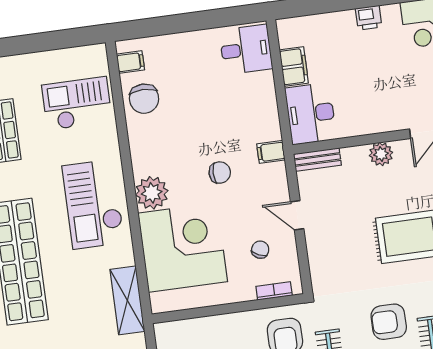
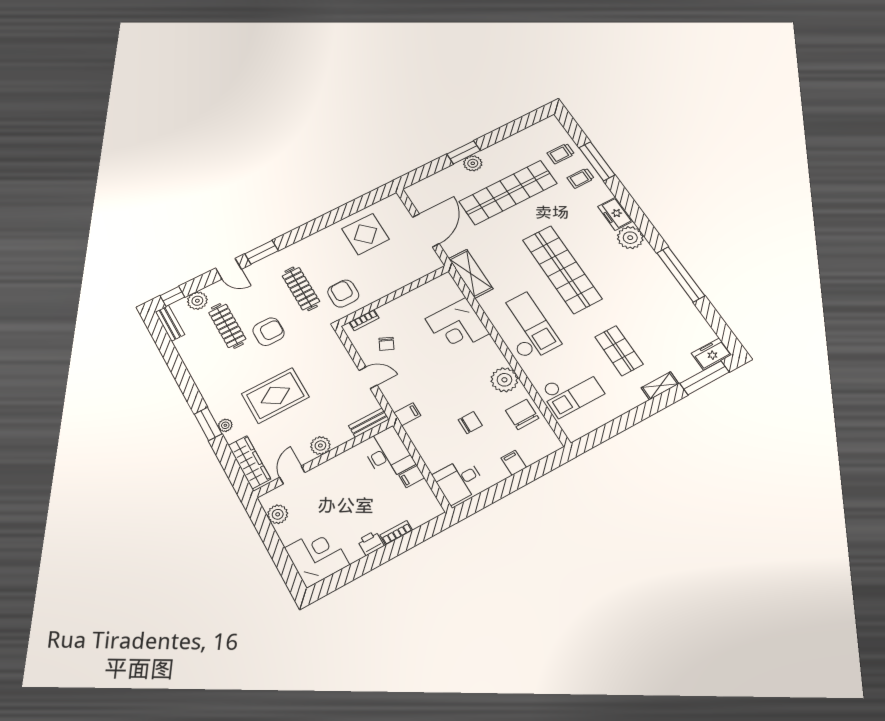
bookcase: (337, 18) -> (396, 533), added
filing cabinet: (130, 62) -> (514, 463), moved, turned 90
filing cabinet: (294, 66) -> (412, 477), width x0.50
chair: (220, 173) -> (470, 423), moved, turned 180
plant: (152, 193) -> (504, 380), moved
corner desk: (183, 247) -> (457, 326), width x0.74, depth x0.74

